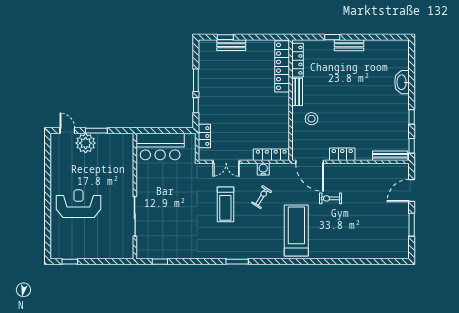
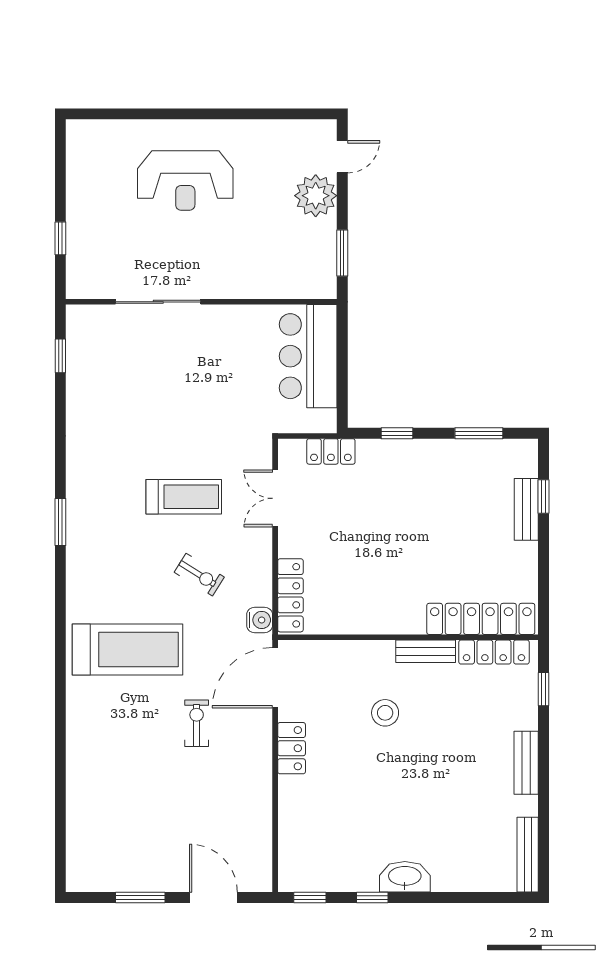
window: (332, 37) -> (543, 689), moved
window: (196, 80) -> (479, 433), moved
washbasin: (402, 82) -> (405, 877), moved
stool: (311, 119) -> (385, 713), moved
window: (96, 131) -> (342, 253), moved
bench: (390, 156) -> (528, 855), moved
water cooler: (263, 169) -> (260, 620), moved
reception desk: (78, 204) -> (185, 181), turned 90
treadmill: (225, 204) -> (184, 497), turned 180
window: (70, 262) -> (60, 238), moved

